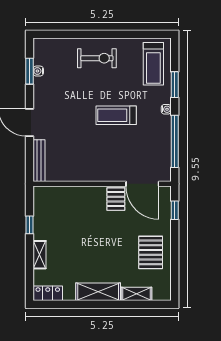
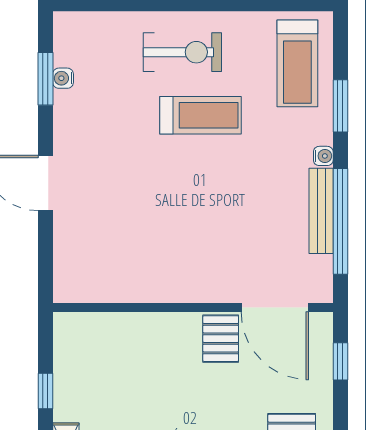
treadmill: (116, 115) -> (200, 115), moved, turned 180
bench: (39, 161) -> (321, 211), moved

